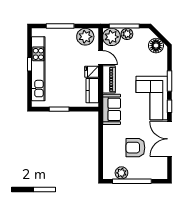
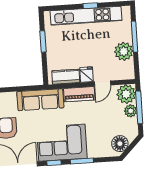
plant: (85, 37) -> (124, 51), moved
sofa: (112, 109) -> (40, 100), width x1.36

